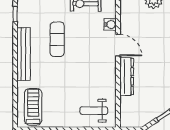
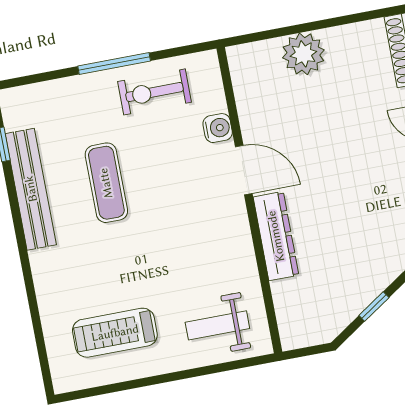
bench: (24, 54) -> (31, 189), moved
treadmill: (33, 107) -> (115, 333), moved, turned -90

